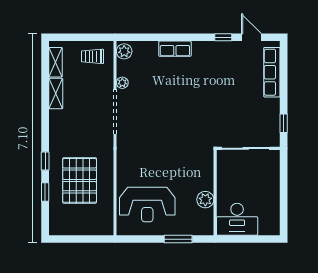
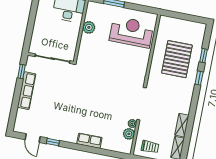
plant: (124, 51) -> (129, 134), moved
row of seats: (272, 72) -> (27, 91), moved

